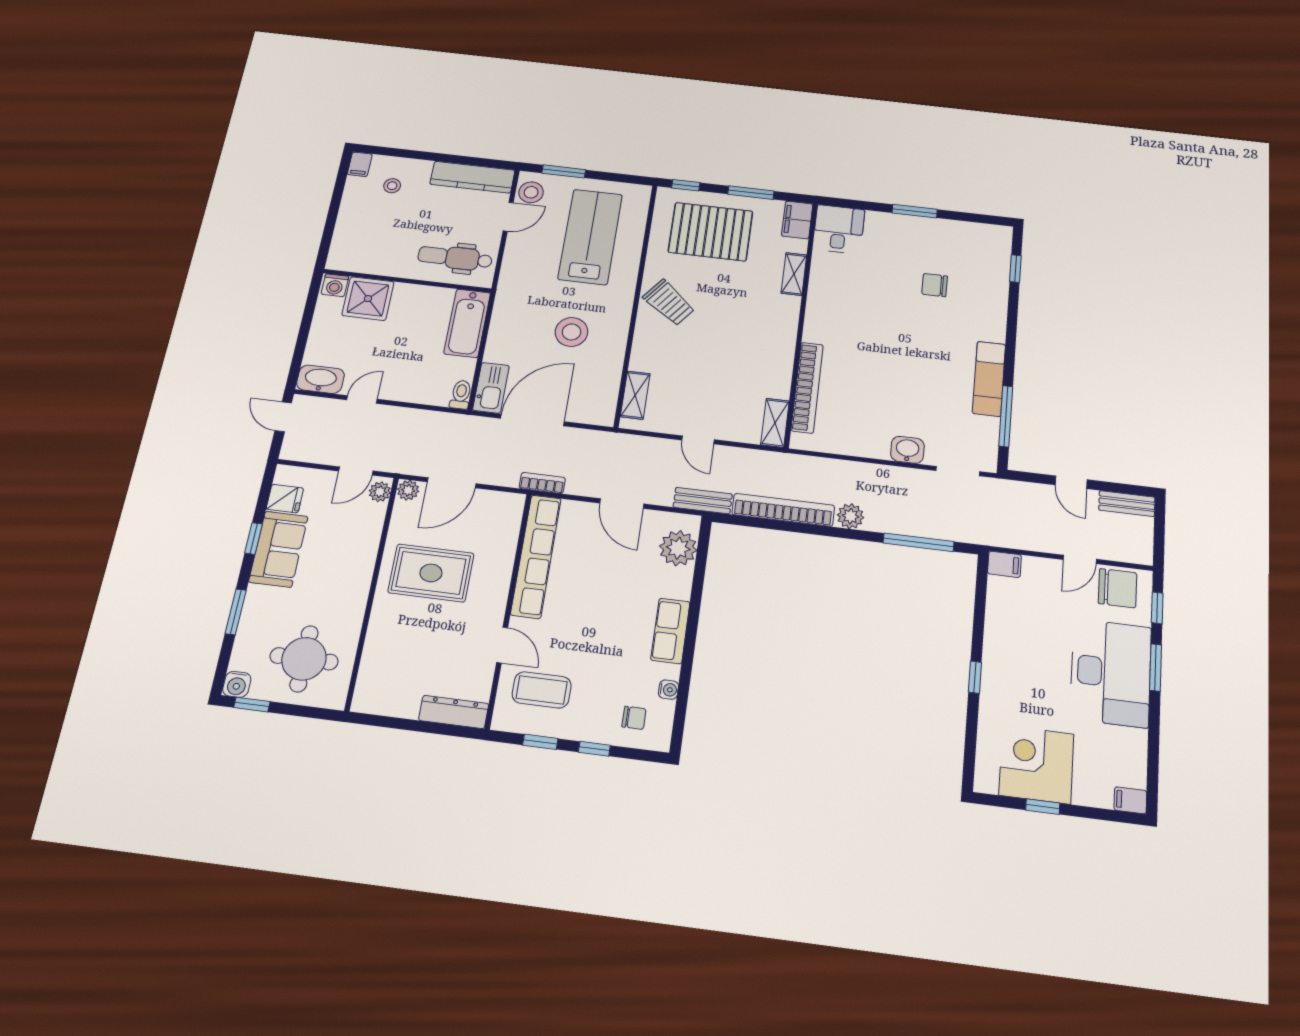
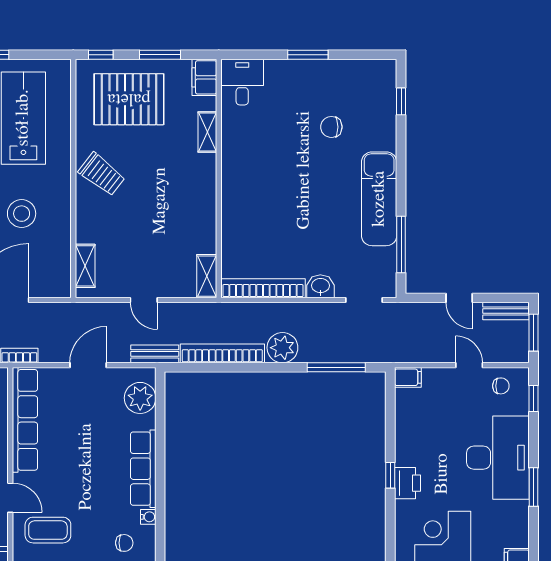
exam couch: (989, 379) -> (379, 199), width x1.36, depth x1.45
bookcase: (807, 388) -> (263, 288), moved, turned -90
door: (622, 504) -> (88, 365), swing flipped
plant: (850, 516) -> (282, 348), width x1.36, depth x1.36
window: (1159, 532) -> (533, 333), added
door: (1080, 559) -> (469, 365), swing flipped
chair: (1118, 588) -> (501, 386), width x0.54, depth x0.54
row of seats: (670, 631) -> (143, 469), width x1.48
window: (1156, 668) -> (533, 487), moved
printer: (996, 689) -> (407, 483), added

